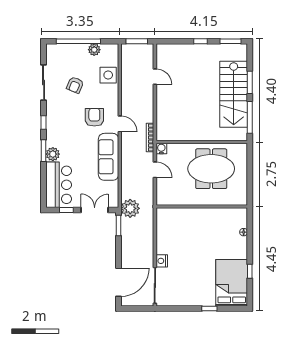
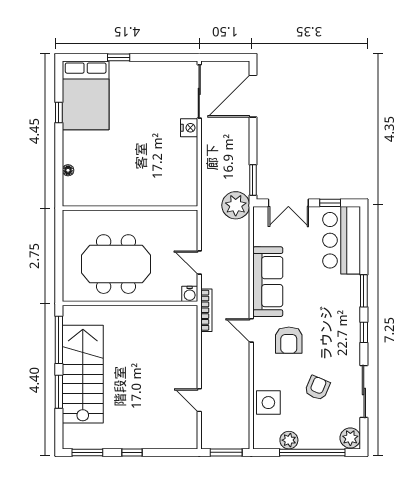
plant: (53, 154) -> (350, 438), moved

